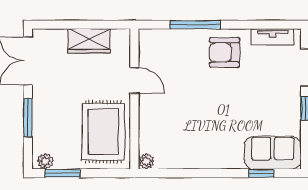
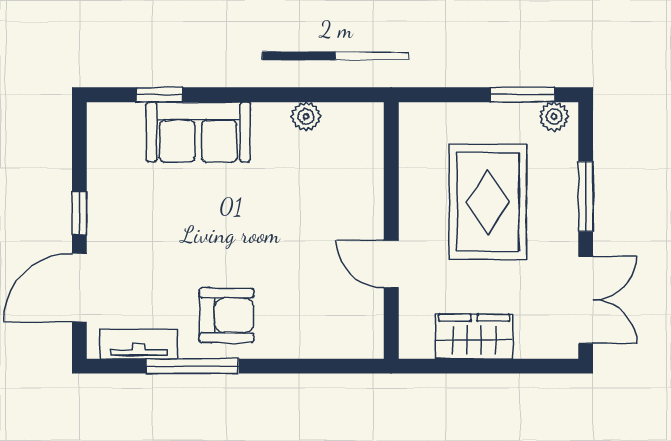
window: (195, 25) -> (192, 366), moved
rug: (103, 132) -> (488, 202), moved
sofa: (273, 153) -> (198, 132), moved
plant: (146, 161) -> (306, 116), moved

